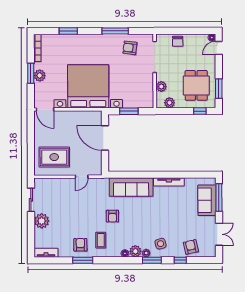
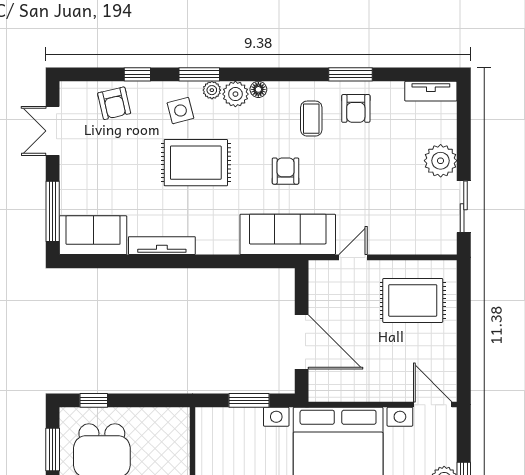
plant: (161, 87) -> (178, 454), removed
plant: (169, 103) -> (160, 419), removed
sofa: (131, 187) -> (288, 234), moved
sofa: (207, 200) -> (93, 235), moved, turned -90
rug: (153, 220) -> (196, 163), added

